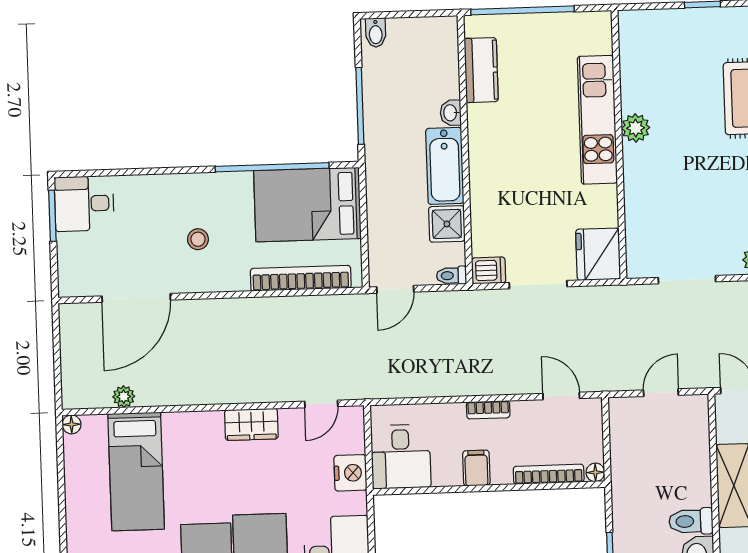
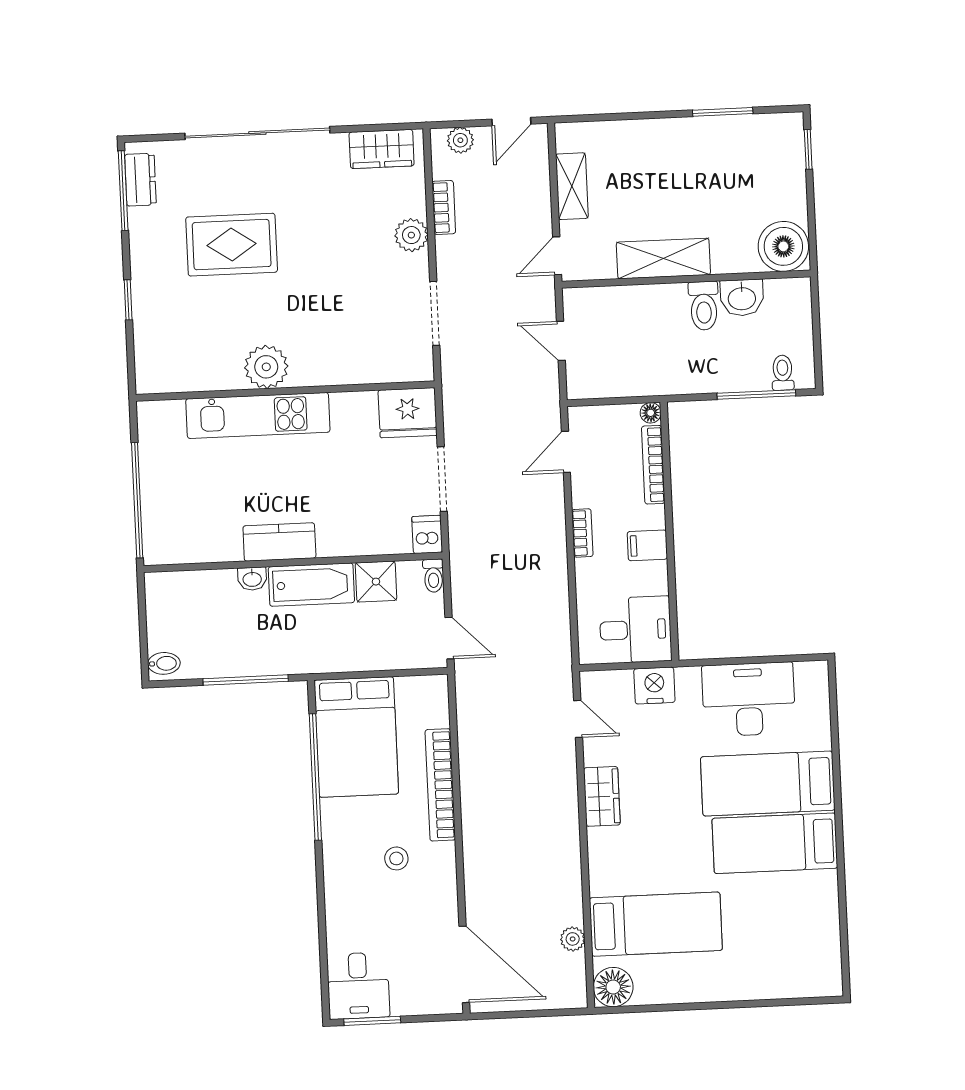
kitchen counter: (481, 70) -> (279, 542), moved
plant: (636, 128) -> (266, 367), width x1.36, depth x1.36
bookcase: (301, 278) -> (440, 785), moved
door: (136, 298) -> (464, 964), moved
floor lamp: (72, 424) -> (613, 987), width x1.89, depth x1.89

